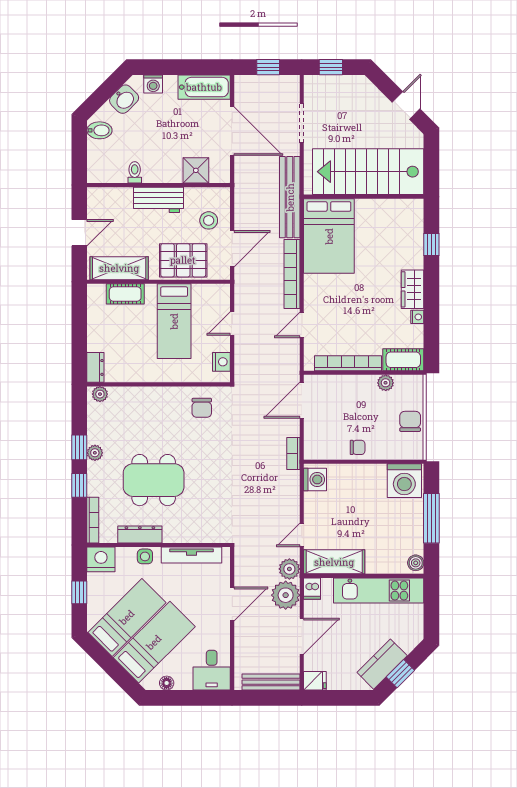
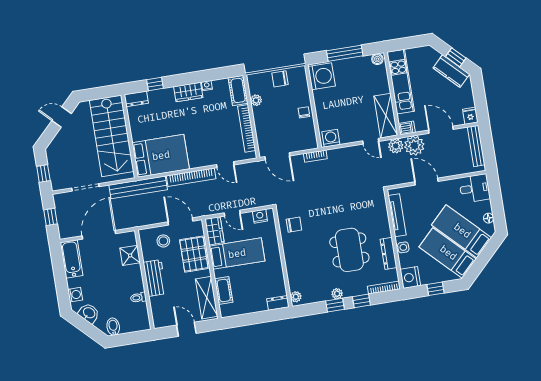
dresser: (415, 215) -> (136, 99), added
wardrobe: (211, 295) -> (215, 231), added

